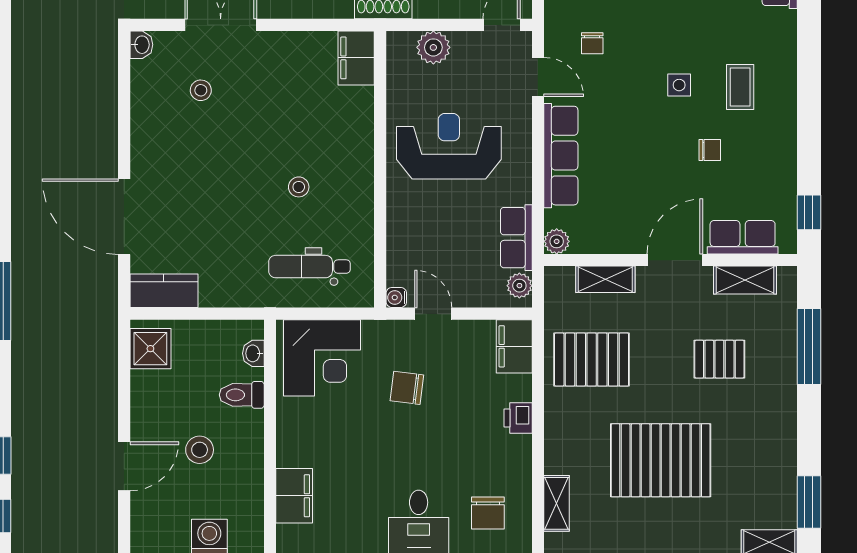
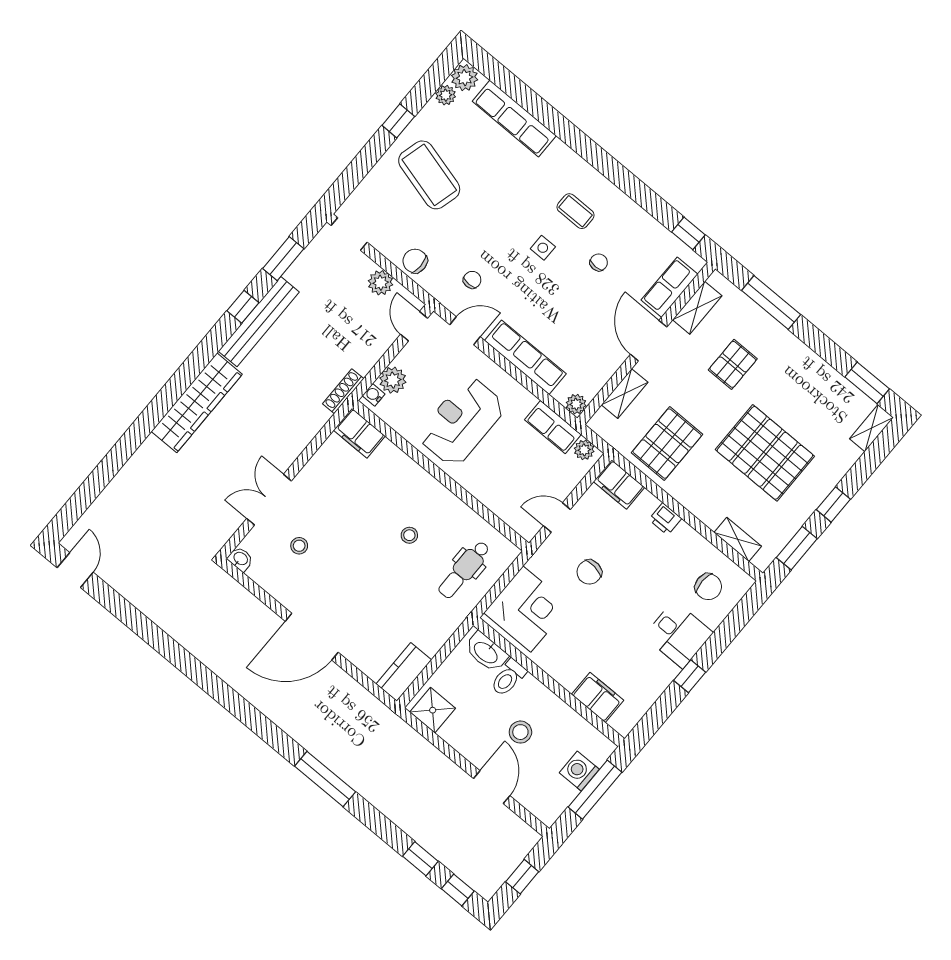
chair: (592, 43) -> (472, 280), turned -90
door: (124, 217) -> (312, 637), moved
water cooler: (396, 297) -> (374, 395), moved, turned 90
washbasin: (253, 353) -> (486, 652), width x1.91, depth x1.45
pallet: (661, 460) -> (765, 453), turned 90

